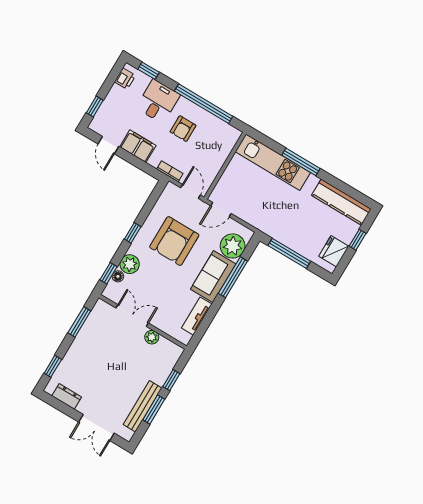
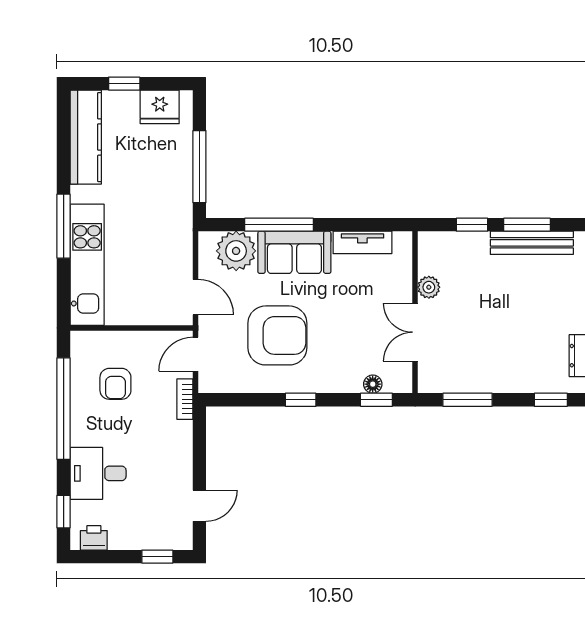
armchair: (183, 129) -> (115, 384), moved, turned 90
filing cabinet: (138, 146) -> (177, 464), removed
plant: (130, 264) -> (346, 378), removed

